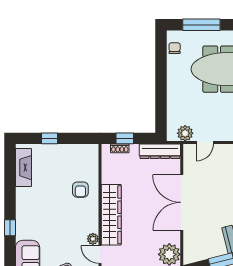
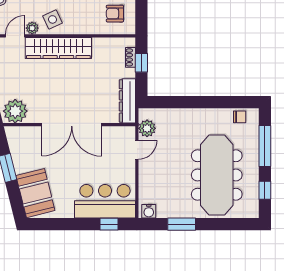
door: (205, 143) -> (137, 150), swing flipped
armchair: (80, 190) -> (115, 14), moved
double door: (182, 202) -> (72, 125), swing flipped
side table: (85, 220) -> (53, 19), added

